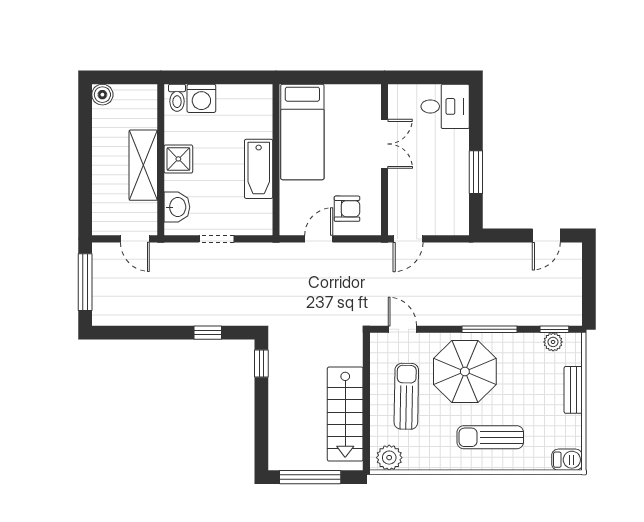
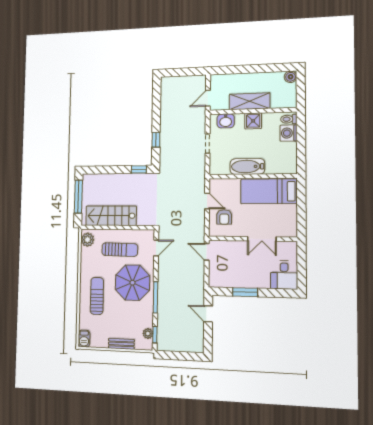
door: (546, 235) -> (208, 314), moved
window: (85, 282) -> (184, 72), removed

